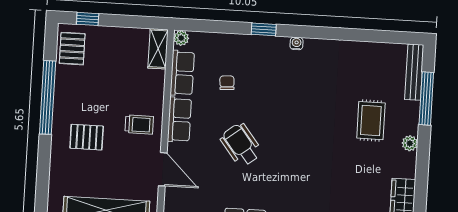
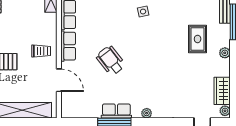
side table: (293, 75) -> (143, 12), added
chair: (227, 83) -> (99, 19), removed

